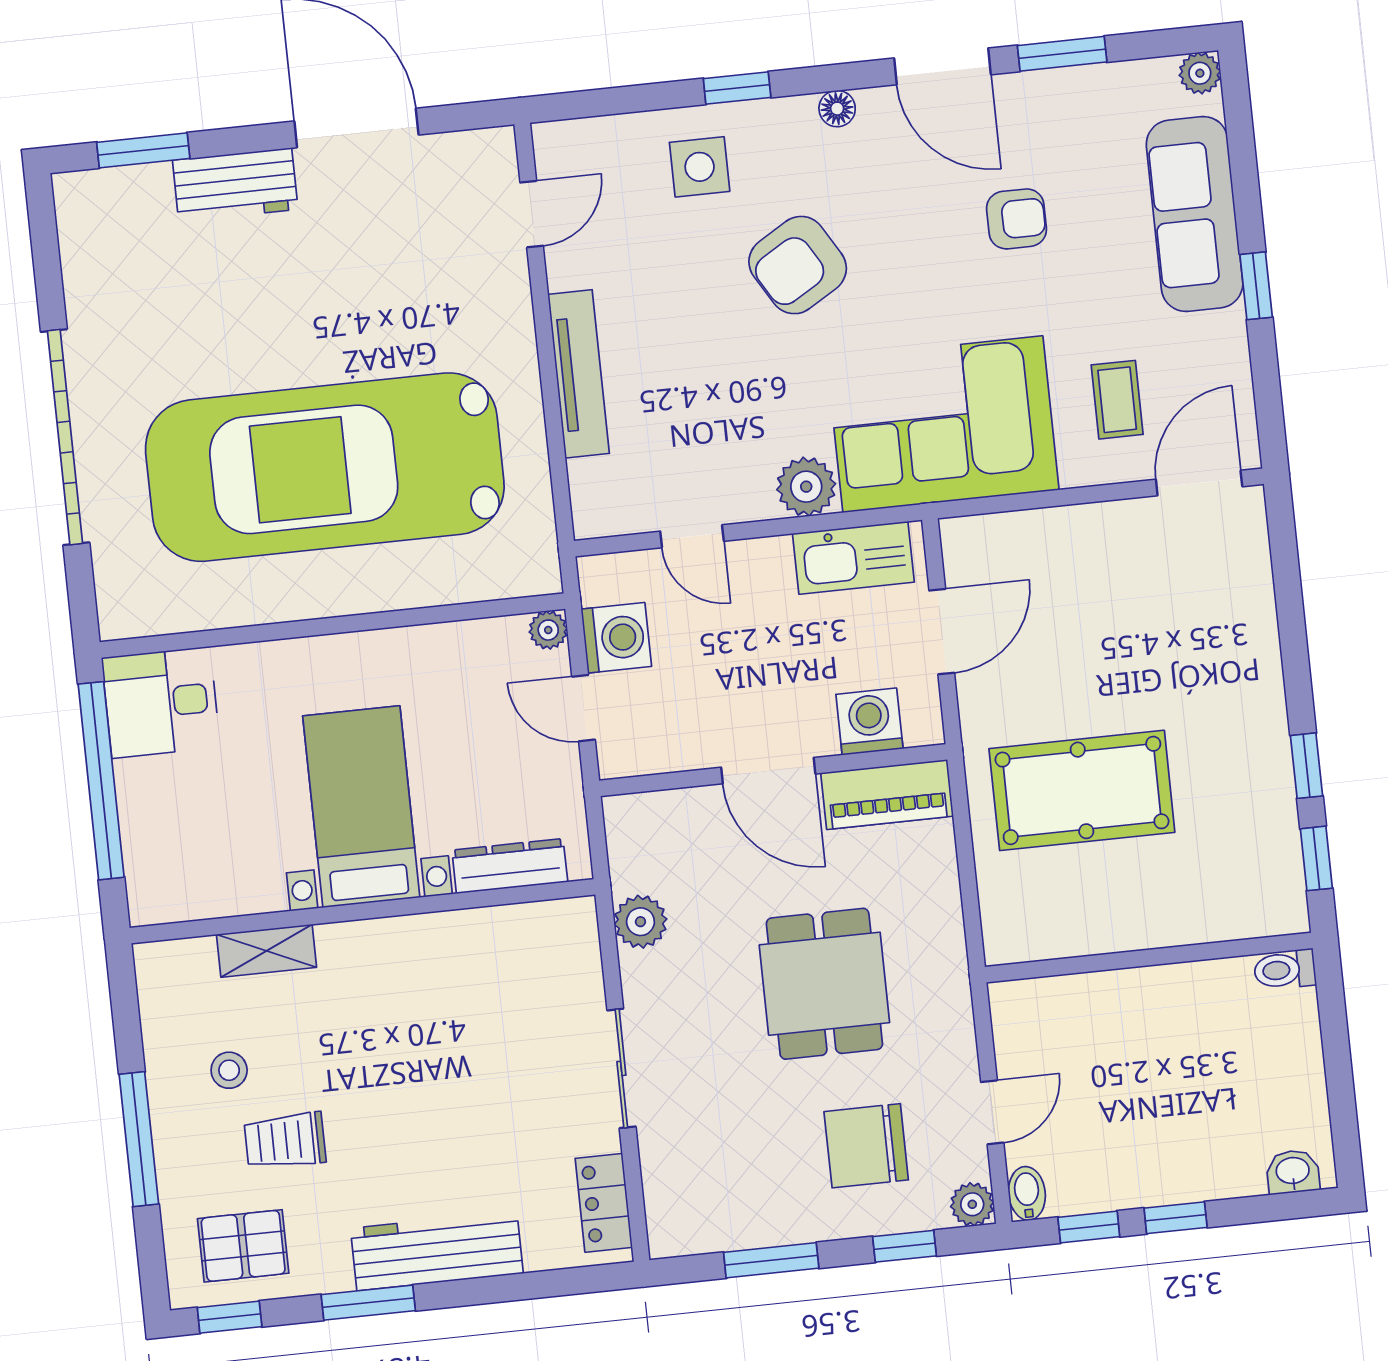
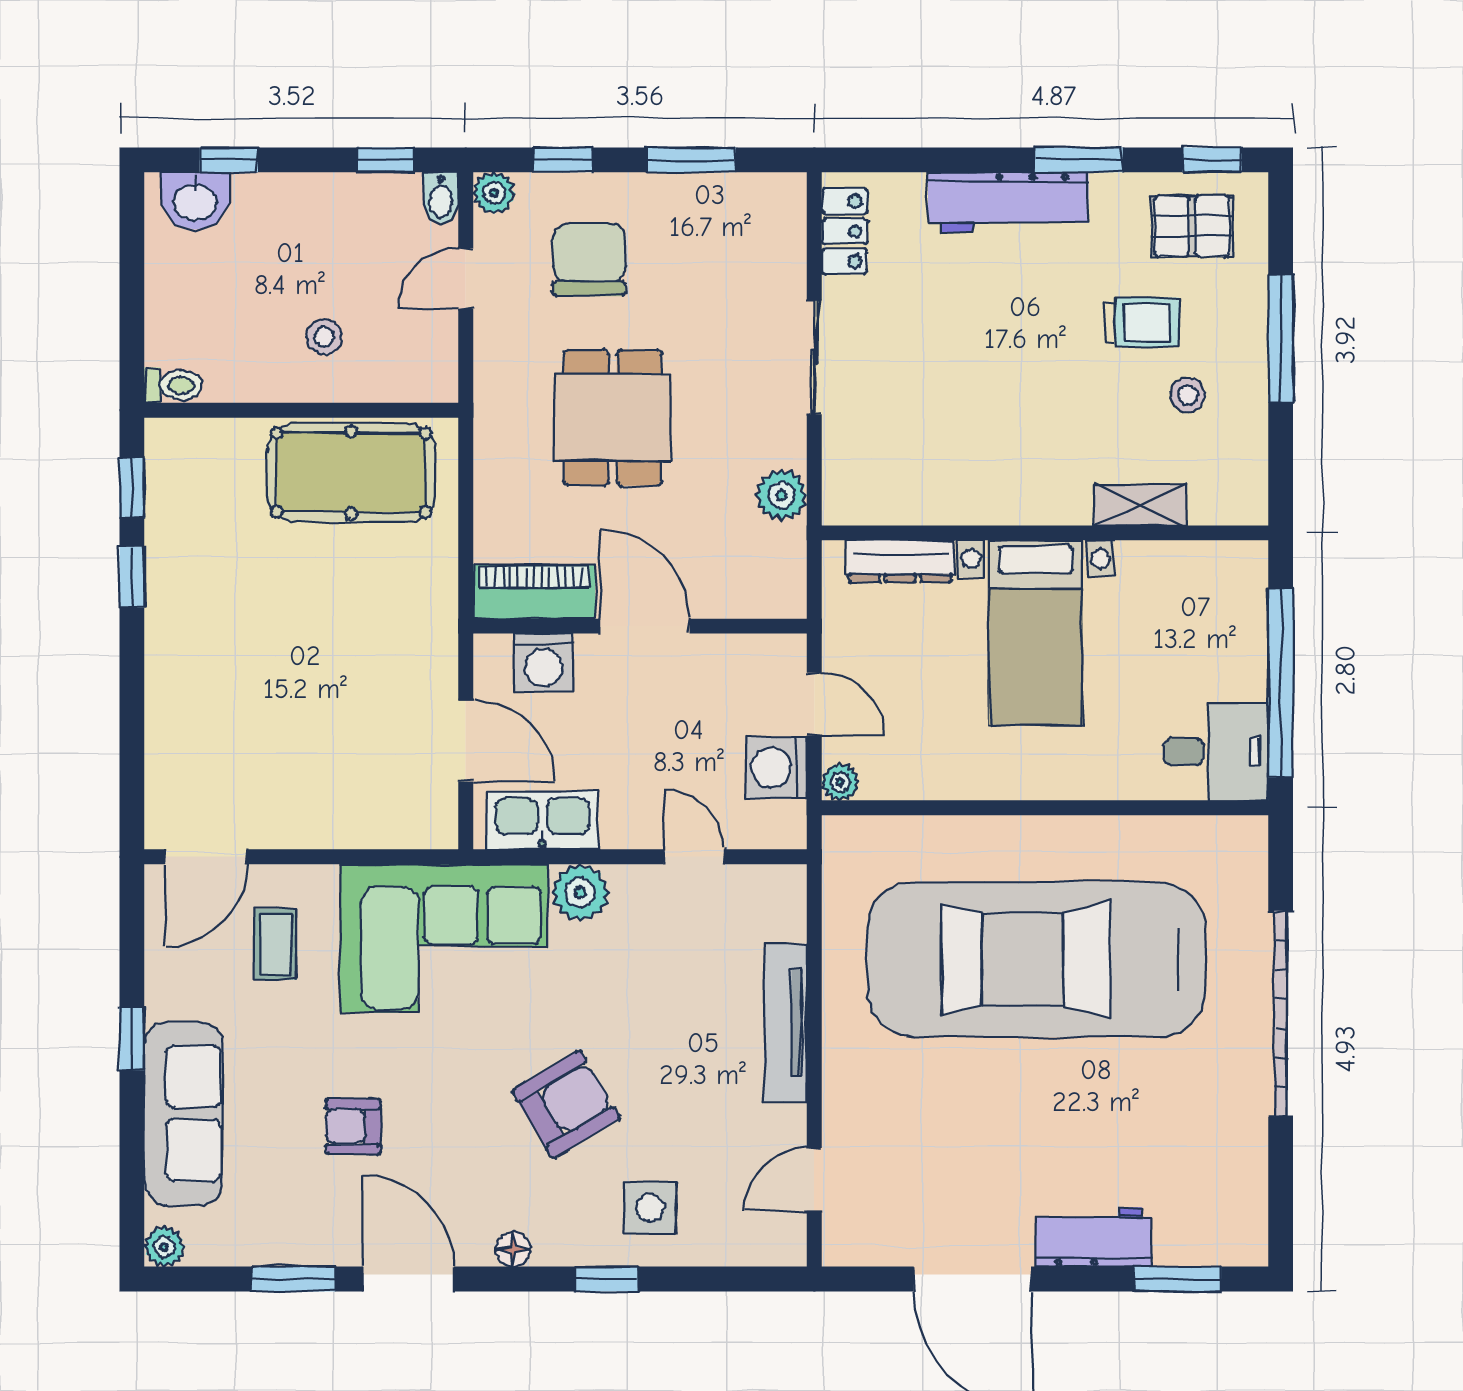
car: (325, 467) -> (1036, 959), turned 180
door: (942, 632) -> (466, 741), swing flipped
pool table: (1082, 790) -> (351, 473), moved
stool: (1133, 1036) -> (324, 337), added
chair: (866, 1146) -> (589, 259), turned -90
washbasin: (1293, 1172) -> (195, 201), width x1.38, depth x1.45
window: (1176, 1218) -> (229, 160), moved

